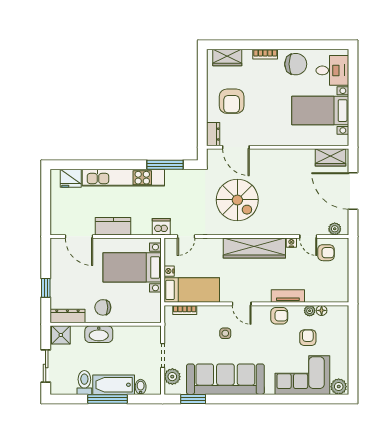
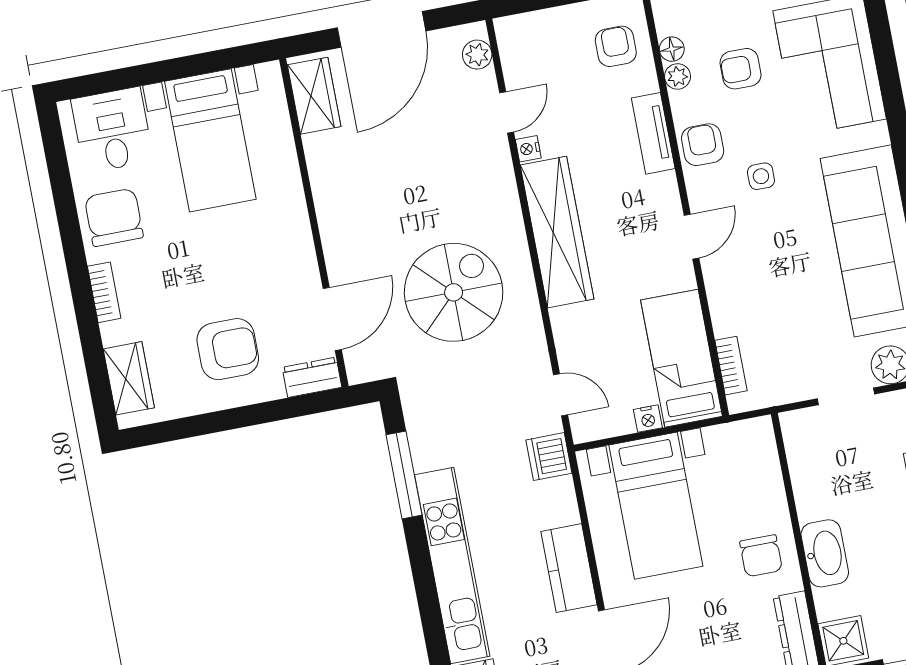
armchair: (326, 253) -> (616, 46), moved
side table: (225, 333) -> (761, 176), moved

